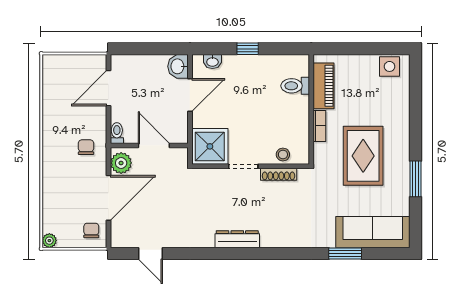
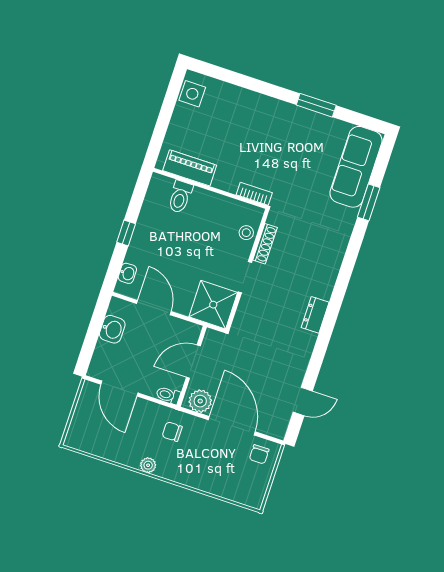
washbasin: (178, 66) -> (112, 329), moved, turned -90
bookcase: (319, 126) -> (254, 194), moved
rug: (363, 156) -> (275, 151), removed
chair: (91, 230) -> (259, 454), turned -90
dresser: (237, 239) -> (315, 315), width x0.70
plant: (49, 241) -> (148, 465), moved

